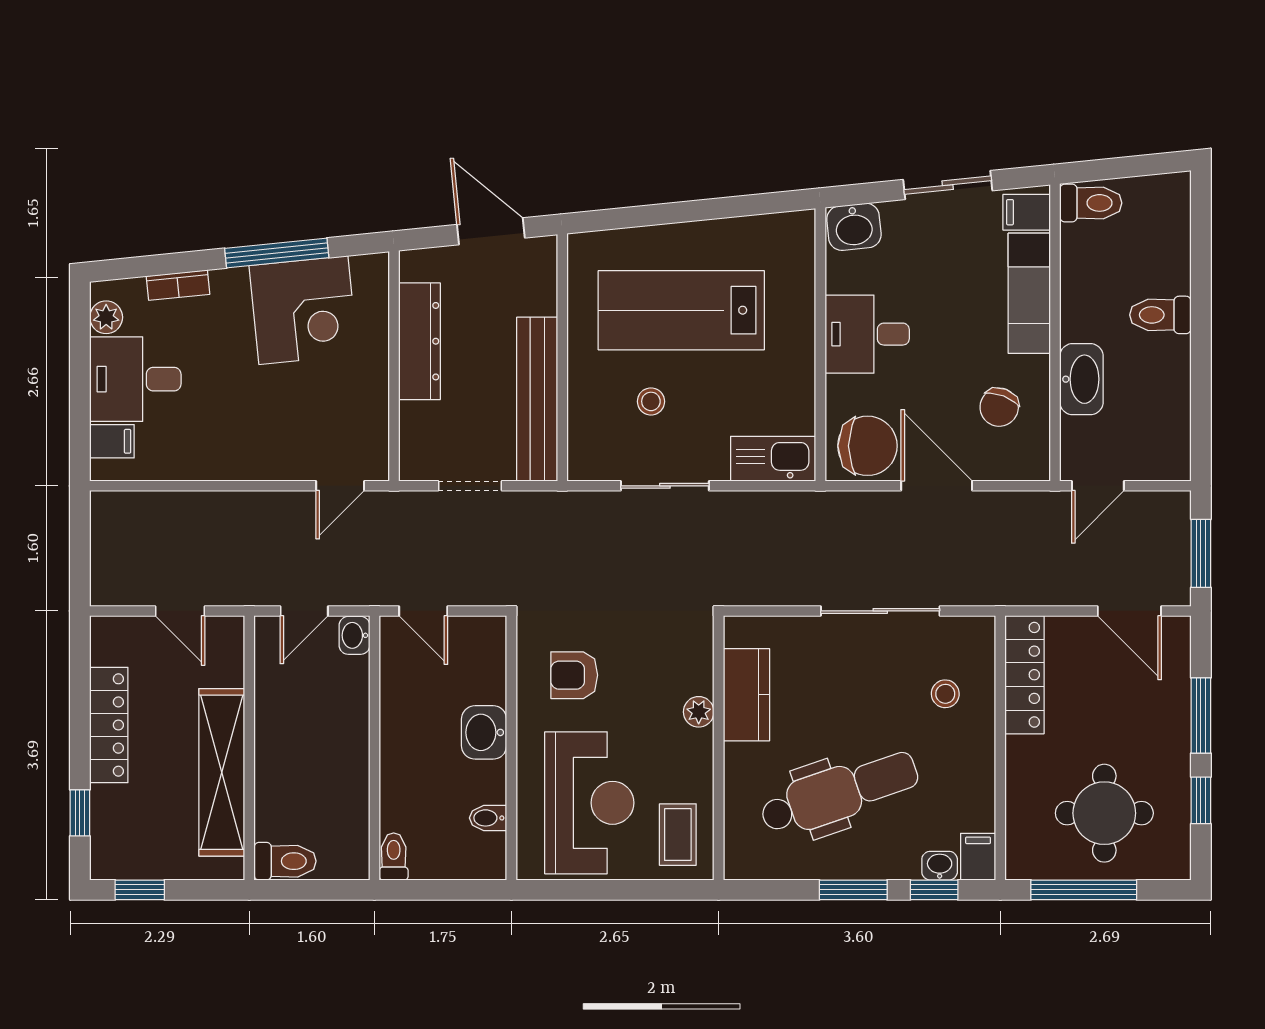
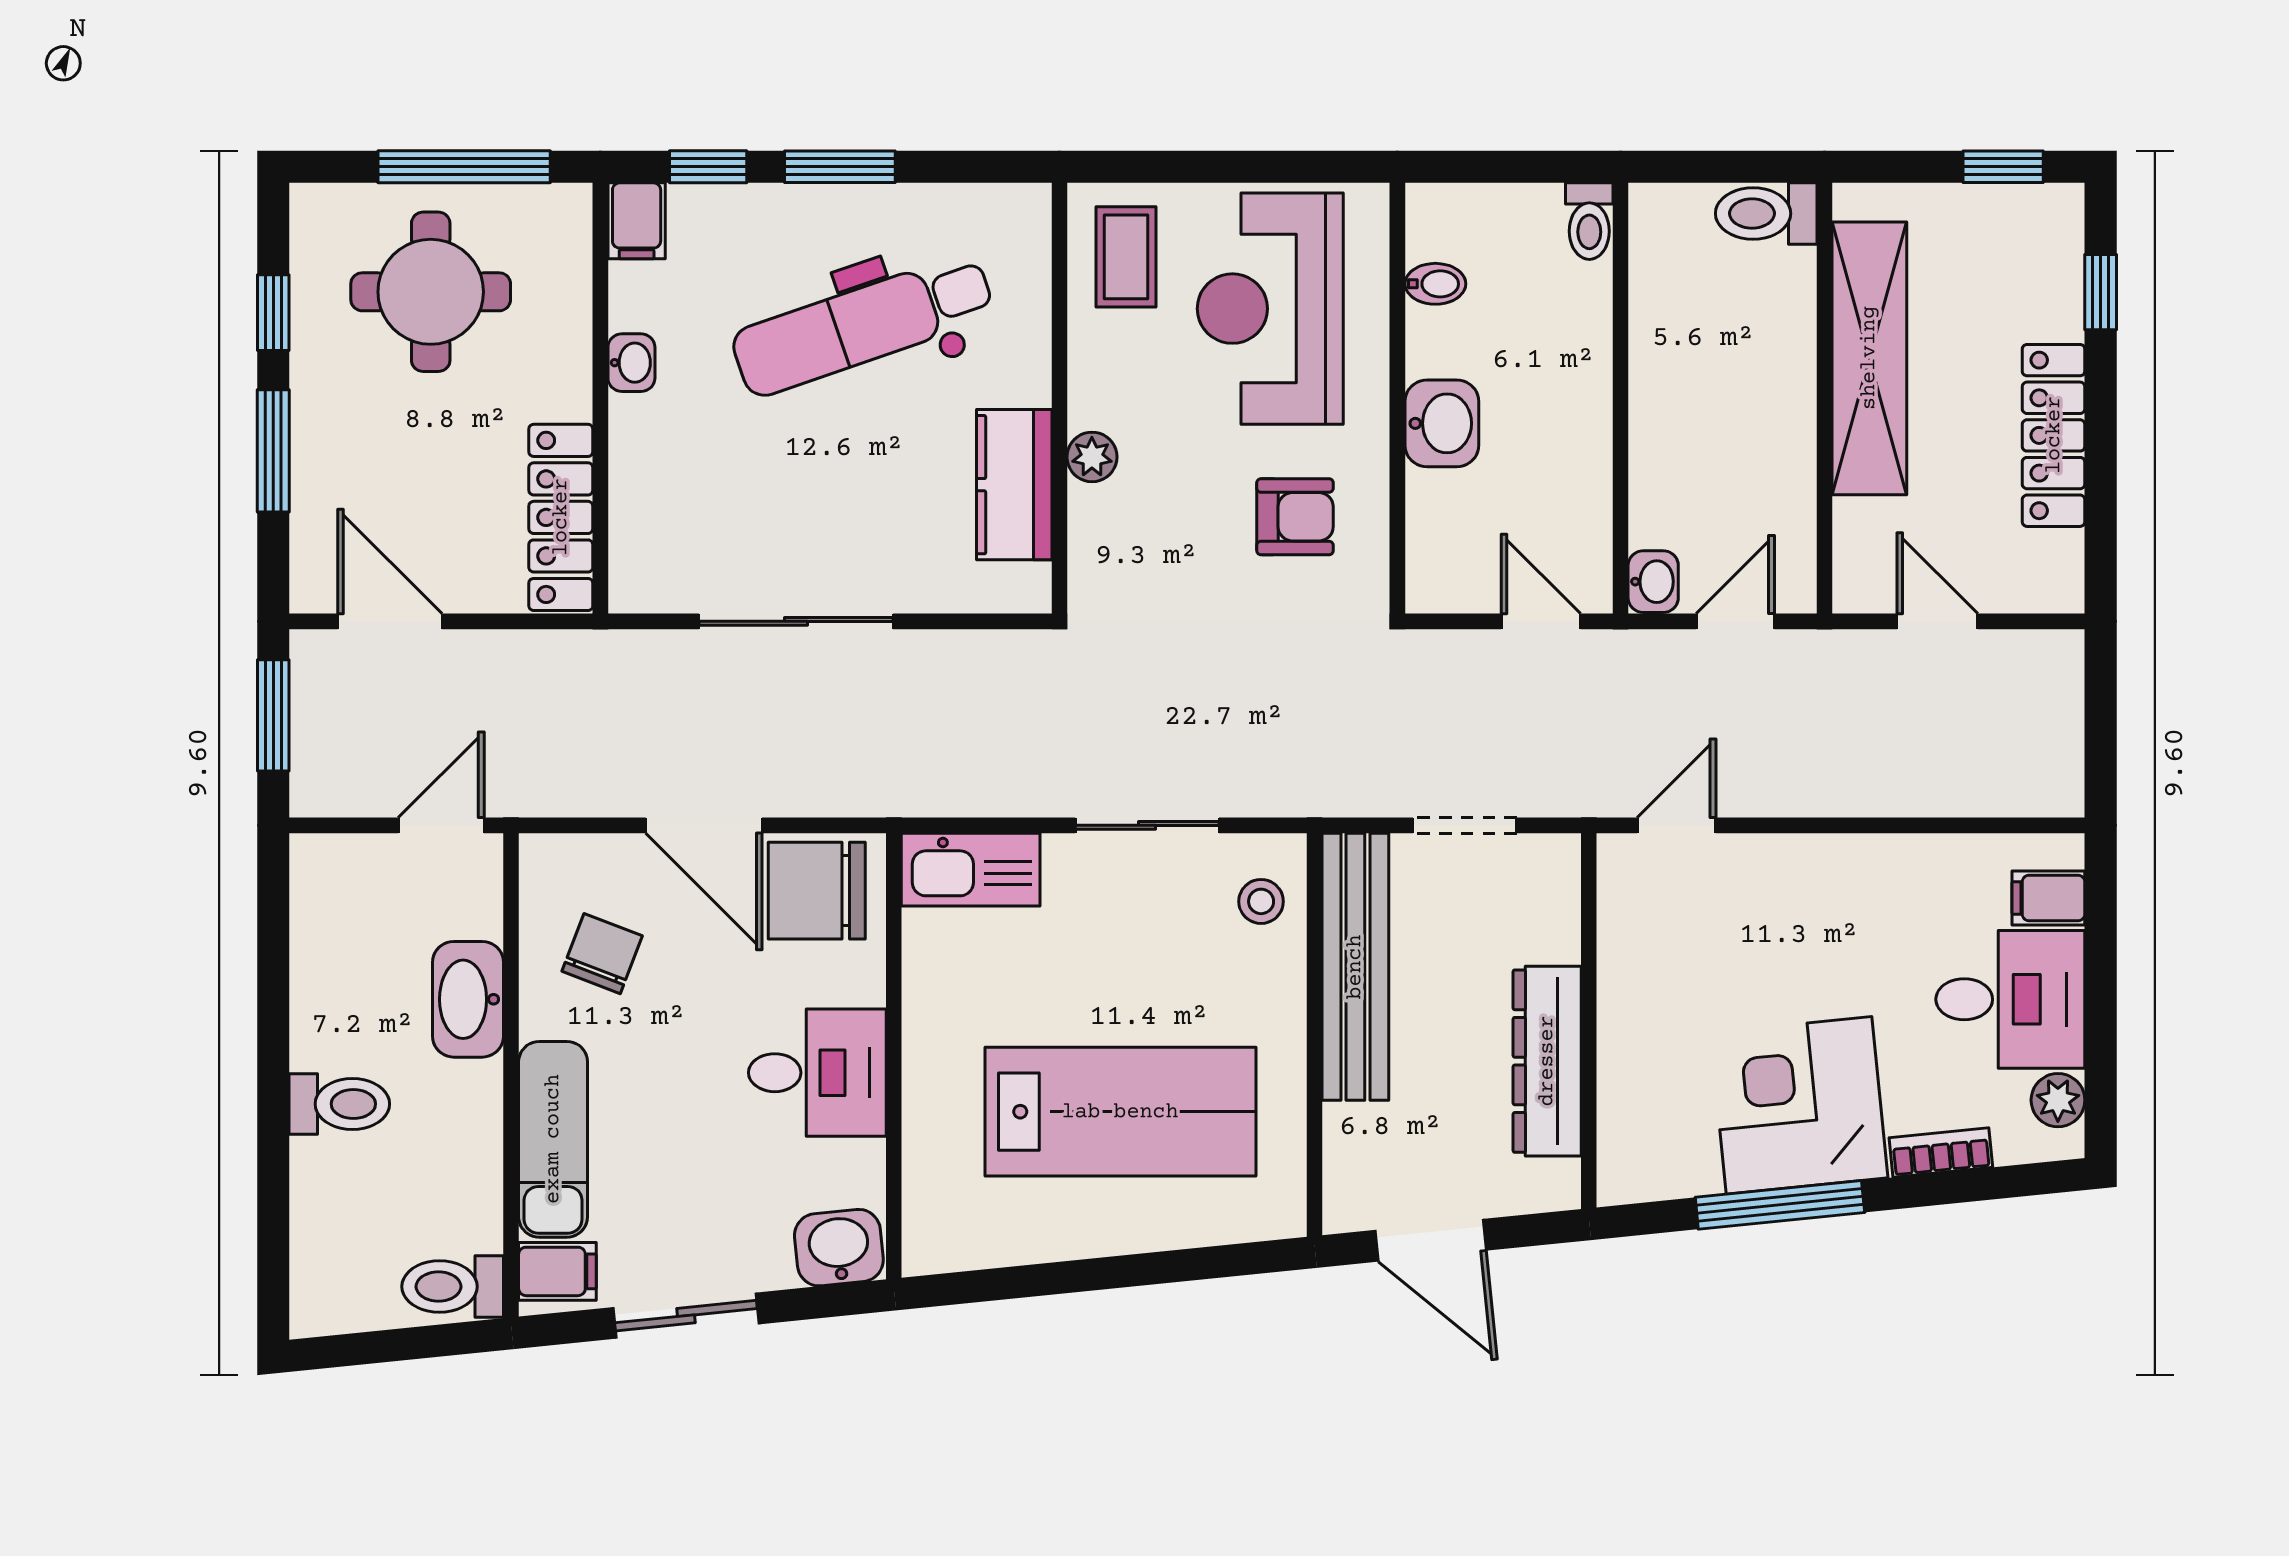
corner desk: (303, 310) -> (1799, 1105), moved
stool: (651, 401) -> (1261, 901), moved
stool: (945, 694) -> (690, 486), removed
washbasin: (940, 866) -> (631, 363), moved, turned -90

